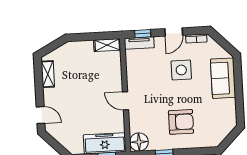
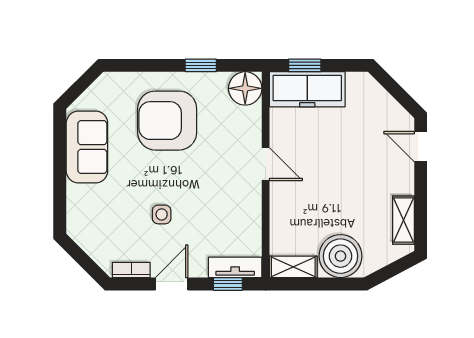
boiler: (81, 52) -> (341, 256), added
side table: (181, 70) -> (162, 214), width x0.54, depth x0.54
sofa: (223, 78) -> (87, 147), moved
armchair: (181, 122) -> (167, 121), width x1.36, depth x1.36

